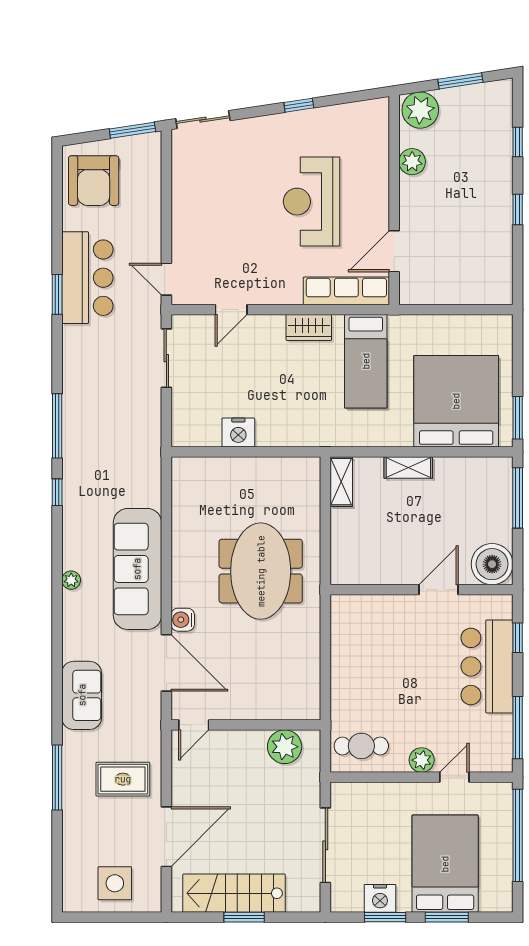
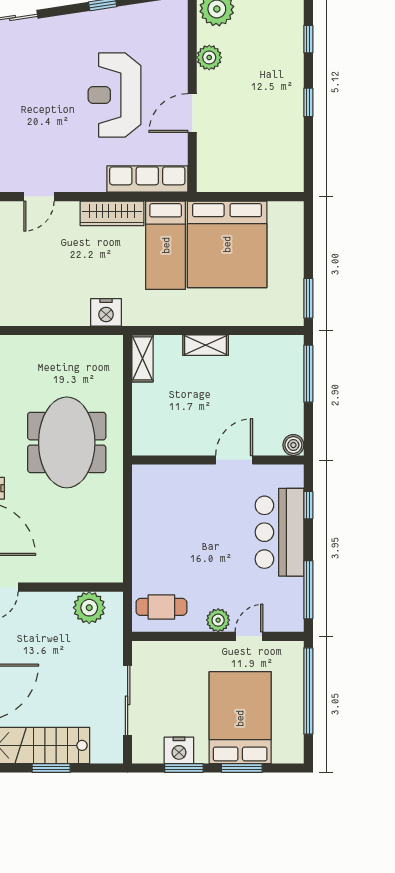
door: (394, 251) -> (192, 113), moved
wardrobe: (309, 327) -> (112, 213), width x1.50
bed: (456, 401) -> (227, 244), moved, turned 180
nightstand: (238, 433) -> (106, 312), moved
boiler: (492, 564) -> (293, 445), width x0.54, depth x0.54

